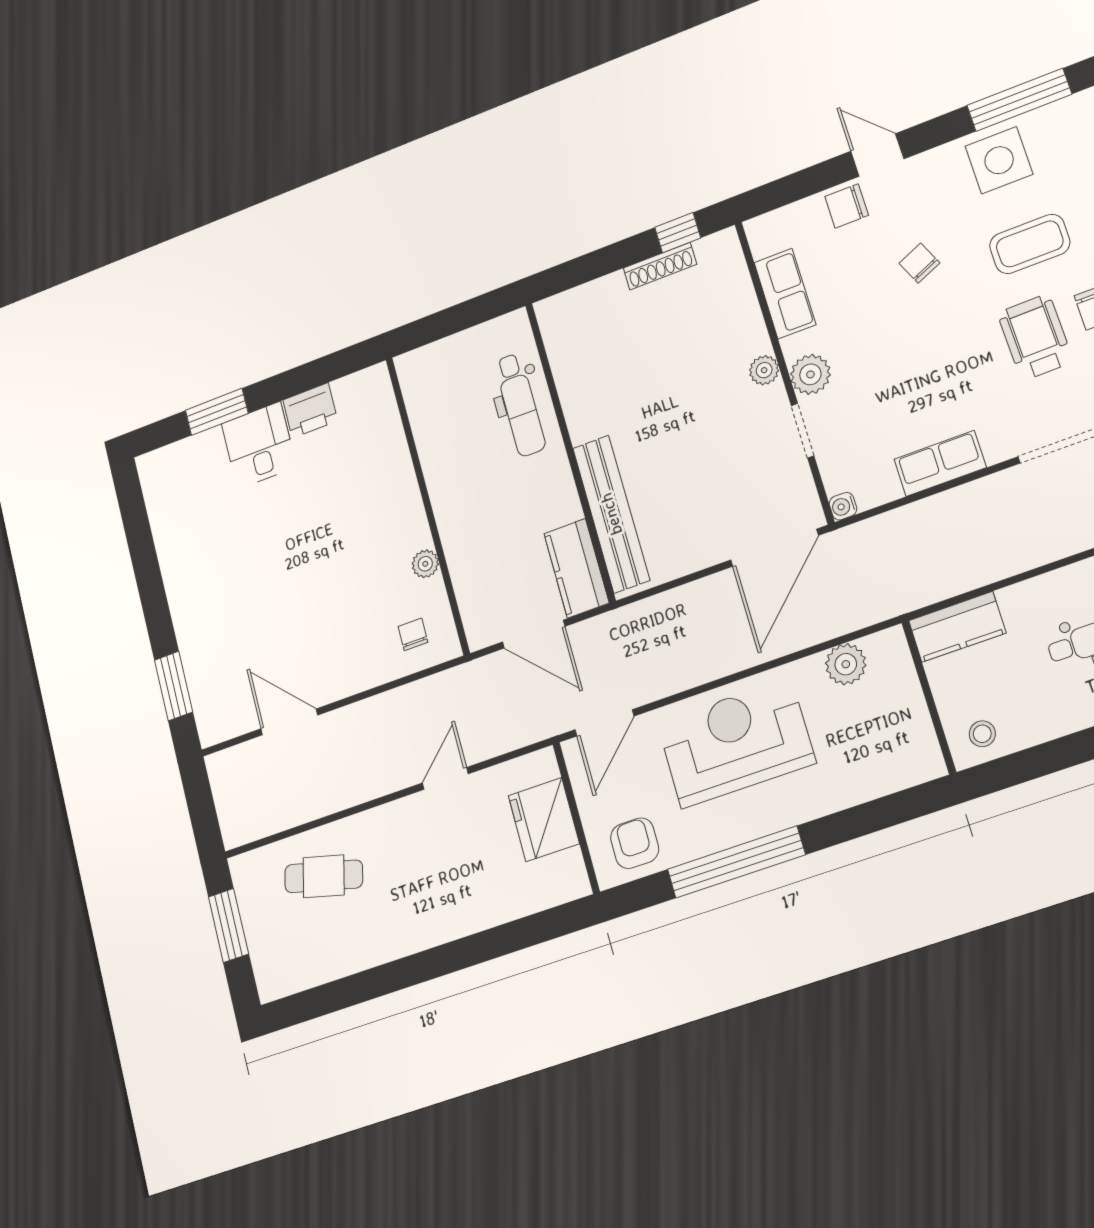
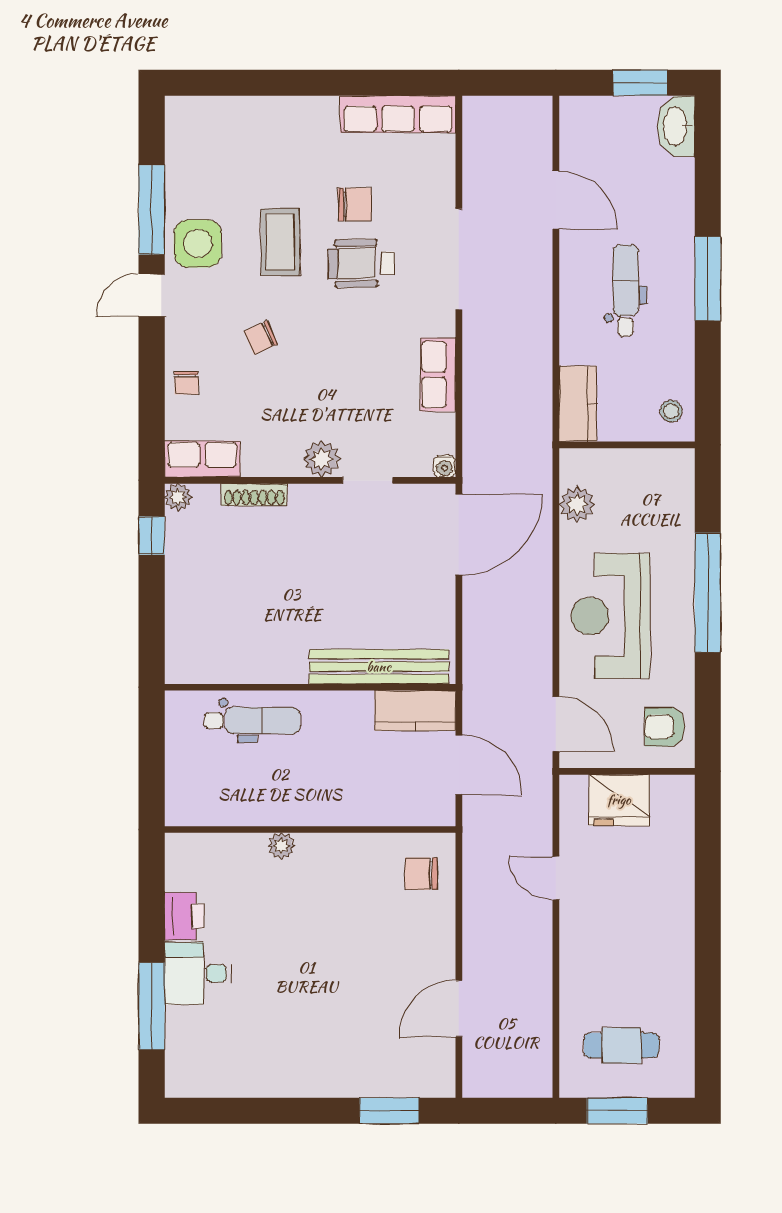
door: (877, 155) -> (152, 295), moved
chair: (847, 206) -> (186, 383), width x0.73, depth x0.73
shoe rack: (660, 266) -> (254, 495), moved, turned 90
row of seats: (785, 294) -> (202, 459), moved
plant: (764, 370) -> (178, 497), moved
window: (217, 412) -> (152, 1006), width x1.44
door: (774, 548) -> (459, 534), hinge flipped
plant: (425, 564) -> (281, 846), moved
chair: (413, 634) -> (421, 874), width x1.37, depth x1.37
door: (534, 634) -> (459, 765), hinge flipped
window: (736, 862) -> (708, 593), moved
cafe table: (324, 876) -> (621, 1045), moved, turned 76

